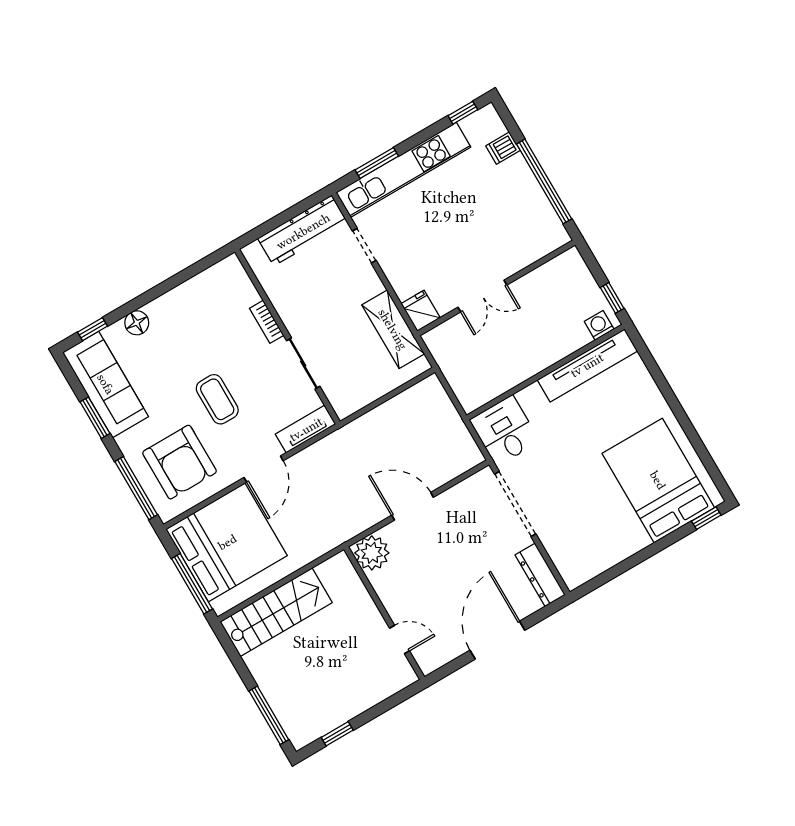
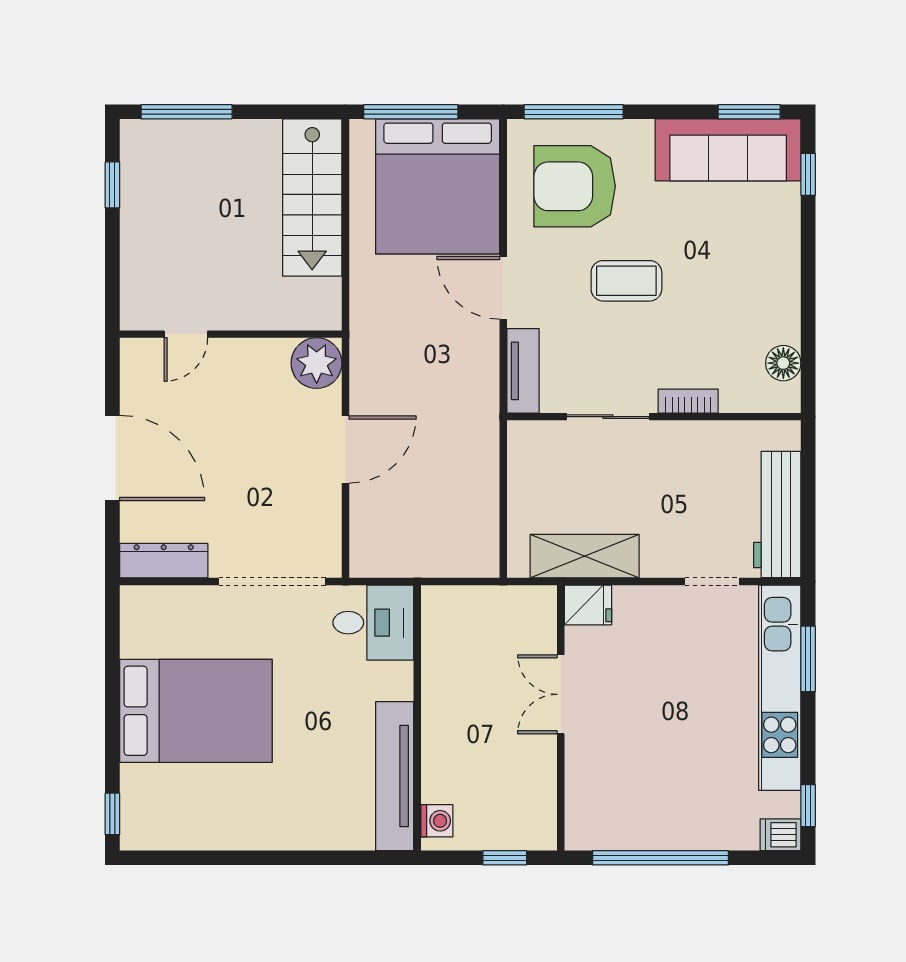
dishwasher: (503, 148) -> (781, 835), moved, turned -90
window: (612, 298) -> (505, 858), moved
floor lamp: (137, 323) -> (783, 363), moved
window: (95, 418) -> (749, 112), moved
bed: (658, 480) -> (196, 711), moved

